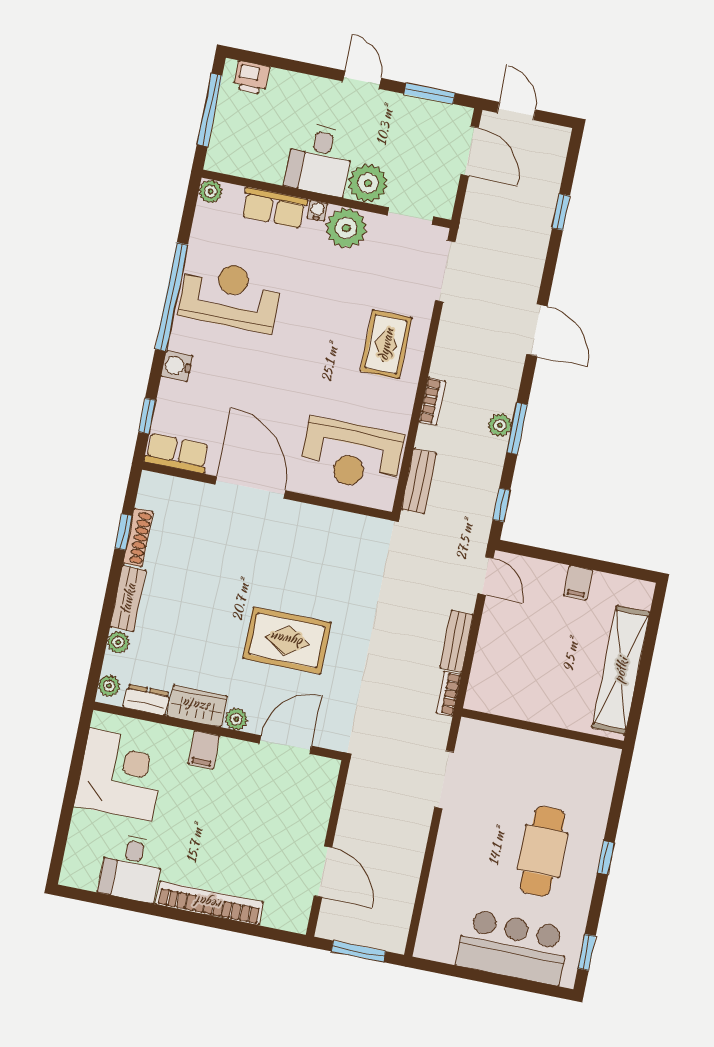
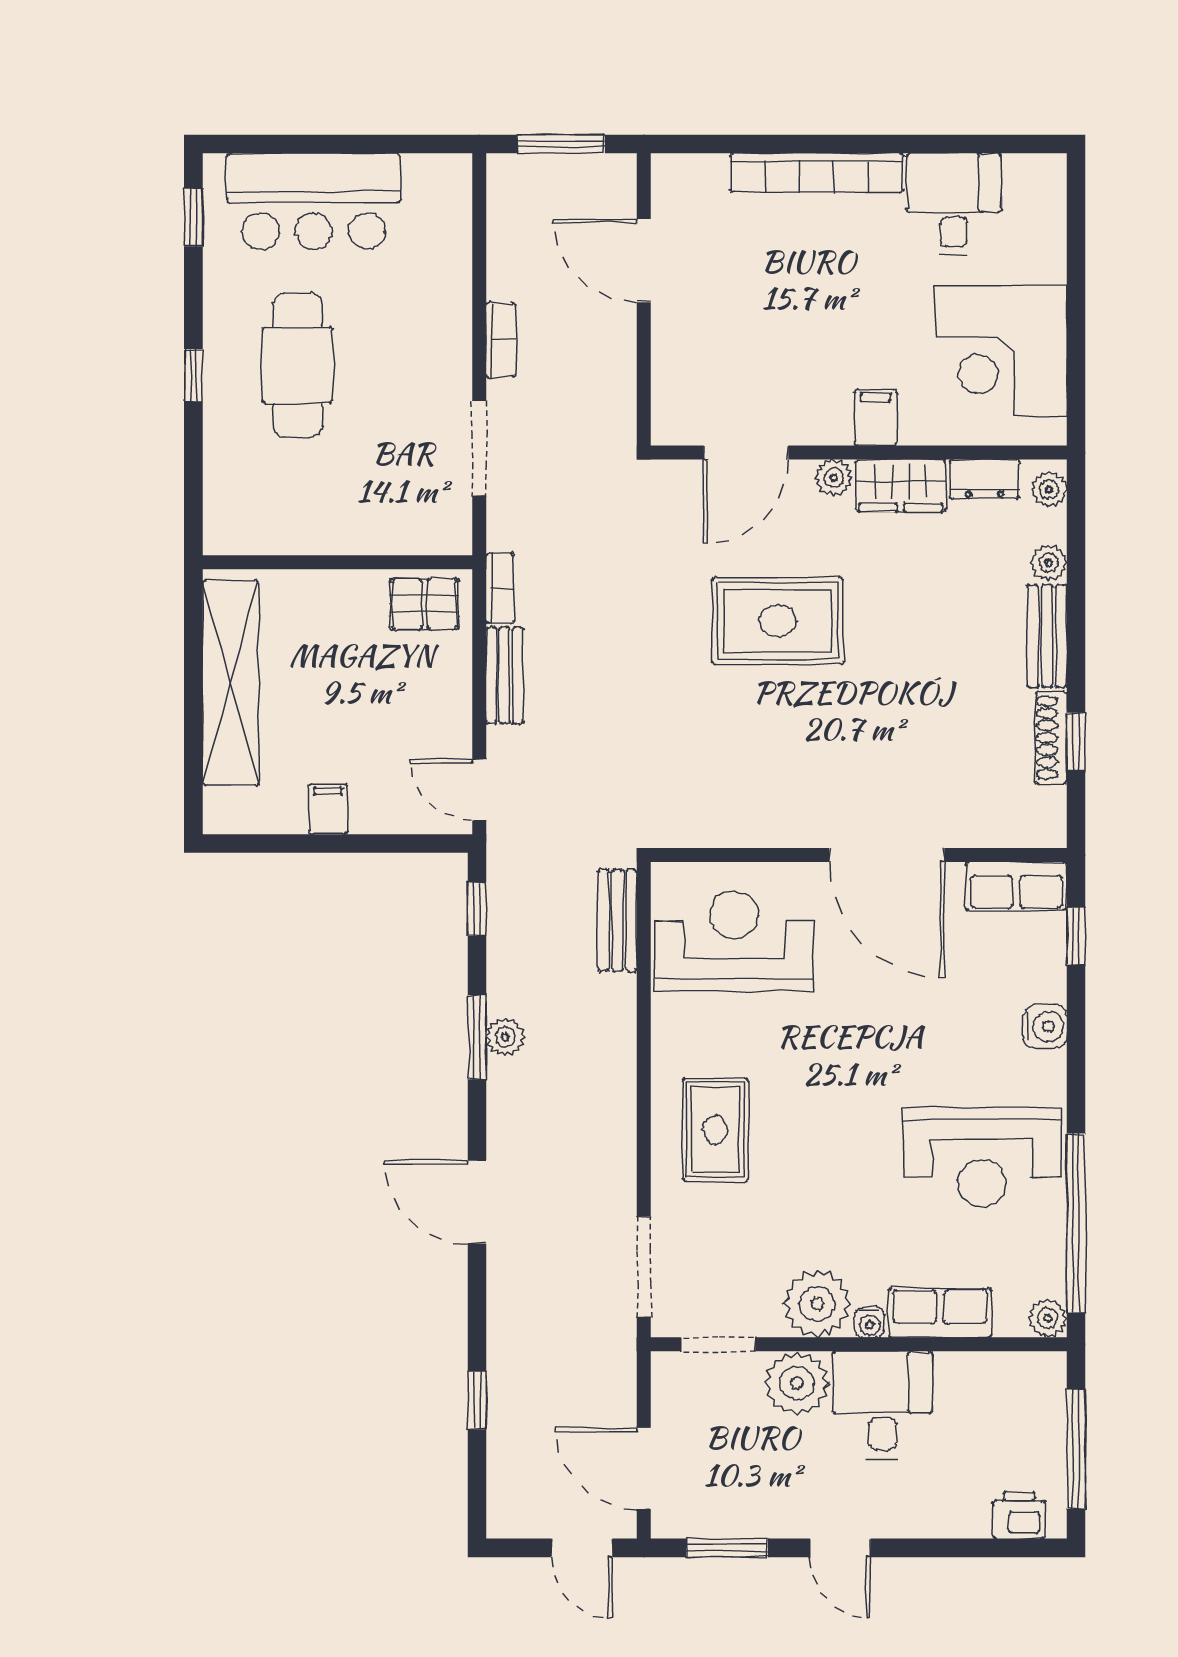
window: (171, 297) -> (1076, 1223), moved
bookcase: (432, 401) -> (501, 340), moved, turned 180
pallet: (496, 693) -> (424, 604), added

